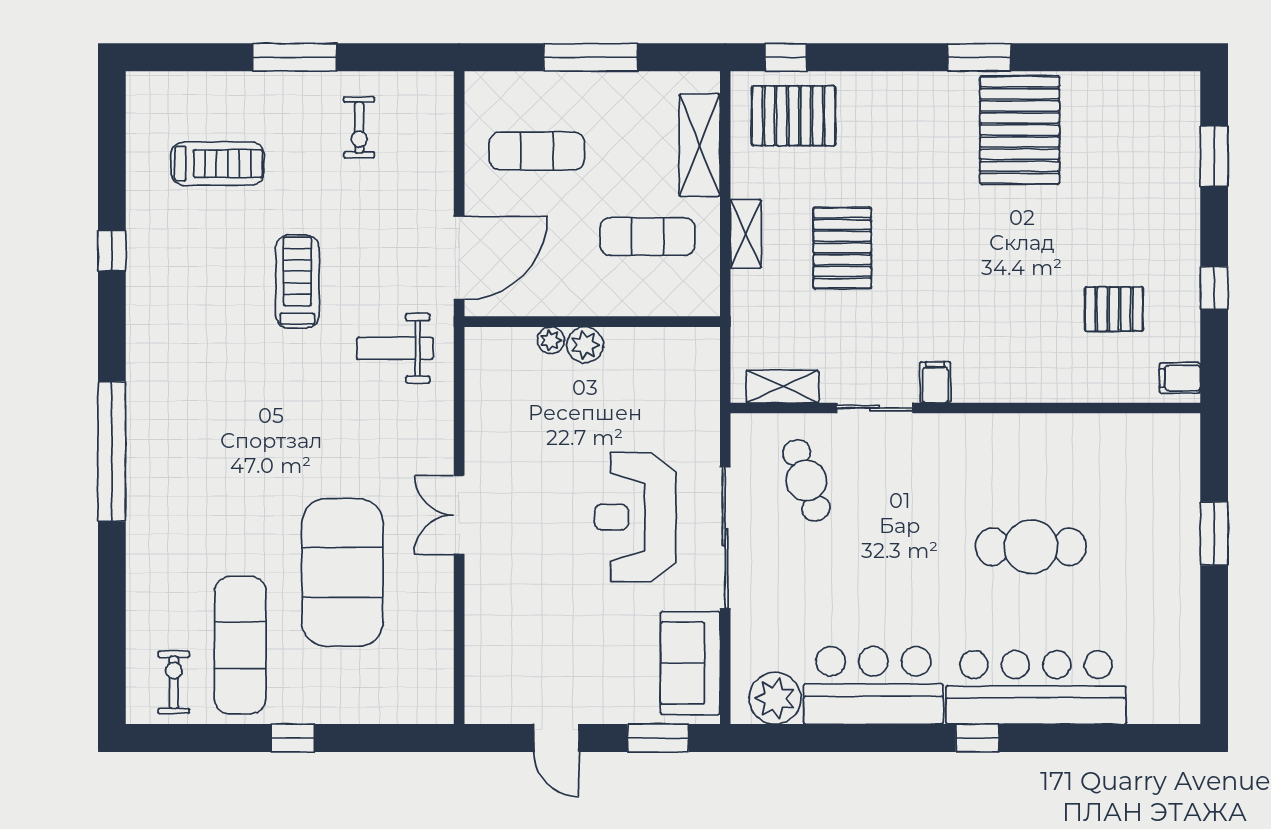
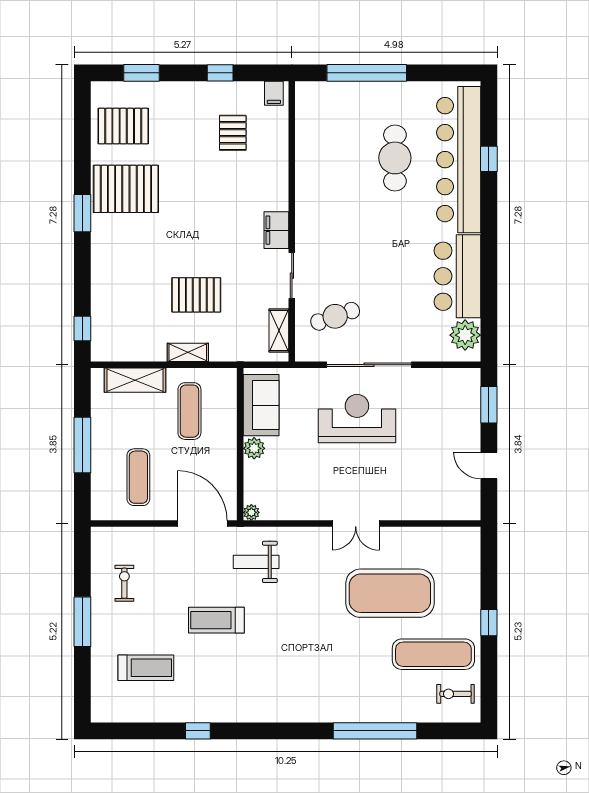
pallet: (794, 116) -> (123, 126), moved, turned 90
exercise bike: (359, 128) -> (124, 583), turned -90
treadmill: (218, 164) -> (146, 668), turned 90
plant: (551, 340) -> (251, 512), moved
weight bench: (395, 348) -> (256, 562), turned 90
filing cabinet: (935, 382) -> (276, 230), width x2.00
window: (112, 451) -> (375, 731), moved
reception desk: (635, 517) -> (357, 419), turned 180
window: (1214, 534) -> (367, 73), width x2.11
cafe table: (1031, 547) -> (395, 158), moved
sofa: (690, 663) -> (261, 405), moved, turned -90
bar counter: (1036, 687) -> (459, 160), width x1.36
door: (556, 738) -> (489, 465), swing flipped
window: (977, 738) -> (489, 159), moved

